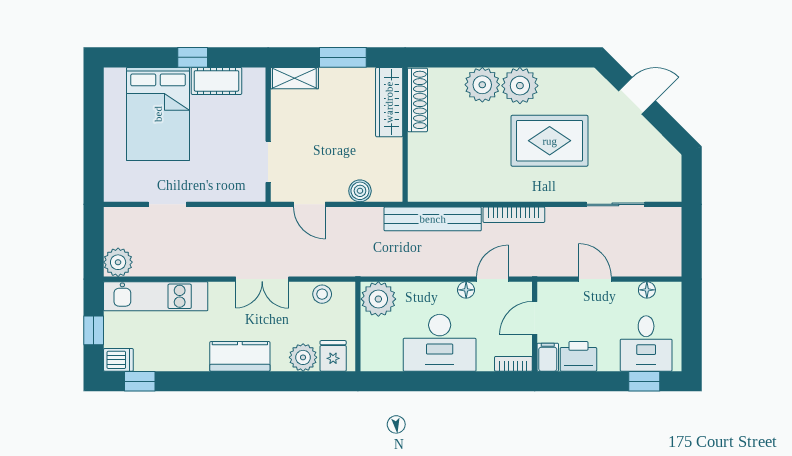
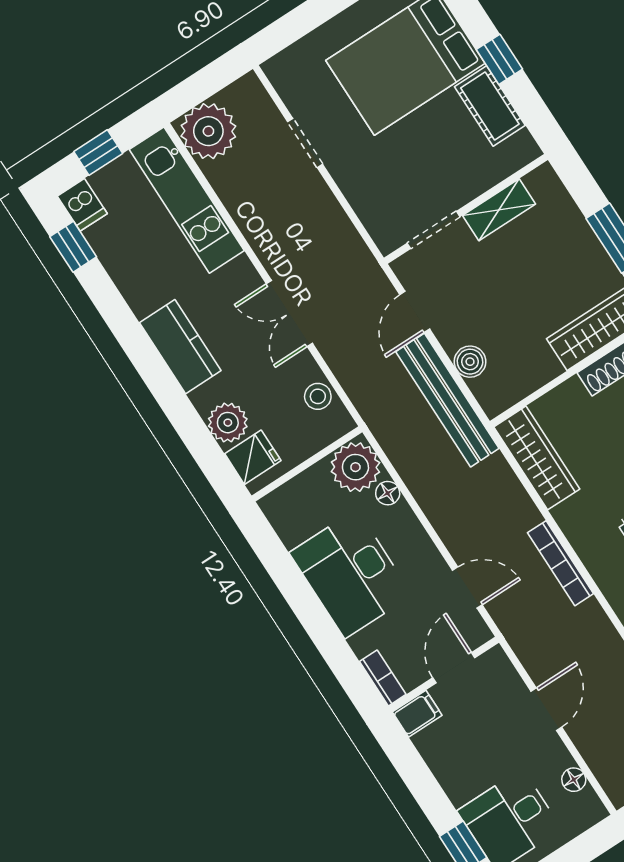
shelving: (294, 78) -> (499, 210), moved, turned 90
wardrobe: (443, 188) -> (537, 458), added
bench: (433, 219) -> (447, 400), moved
plant: (118, 262) -> (208, 131), width x1.36, depth x1.36
floor lamp: (466, 290) -> (388, 493), moved
door: (535, 318) -> (454, 668), hinge flipped
printer: (578, 356) -> (442, 749), removed

